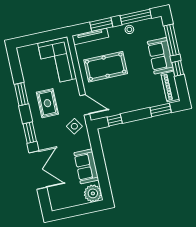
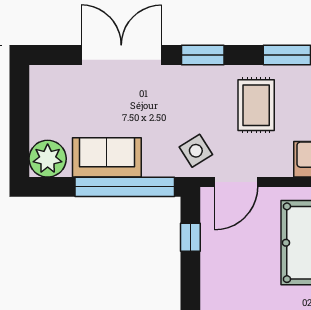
rug: (47, 103) -> (256, 105), turned 90
window: (98, 155) -> (125, 187), added
double door: (38, 170) -> (121, 55), swing flipped

